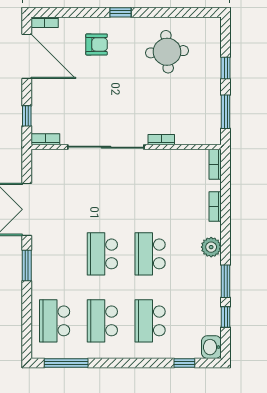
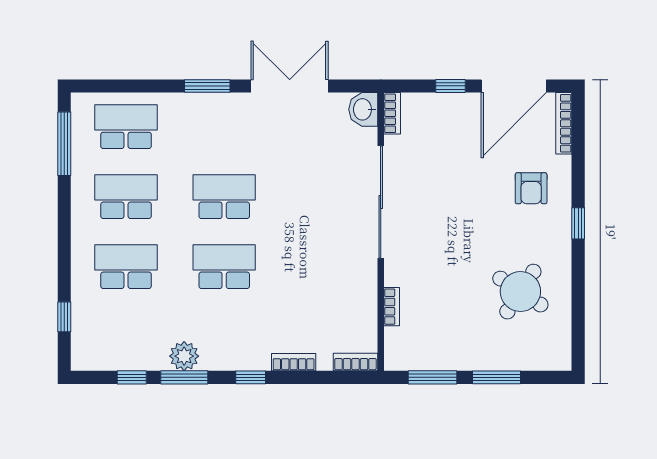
bookcase: (45, 22) -> (564, 123), width x1.56
round table: (167, 52) -> (520, 292), turned 37
window: (226, 68) -> (496, 377), width x1.50
window: (27, 116) -> (451, 86), moved
bookcase: (161, 140) -> (392, 307), moved
window: (226, 236) -> (251, 377), added
plant: (211, 247) -> (184, 356), moved
washbasin: (211, 347) -> (363, 109), moved, turned -90

